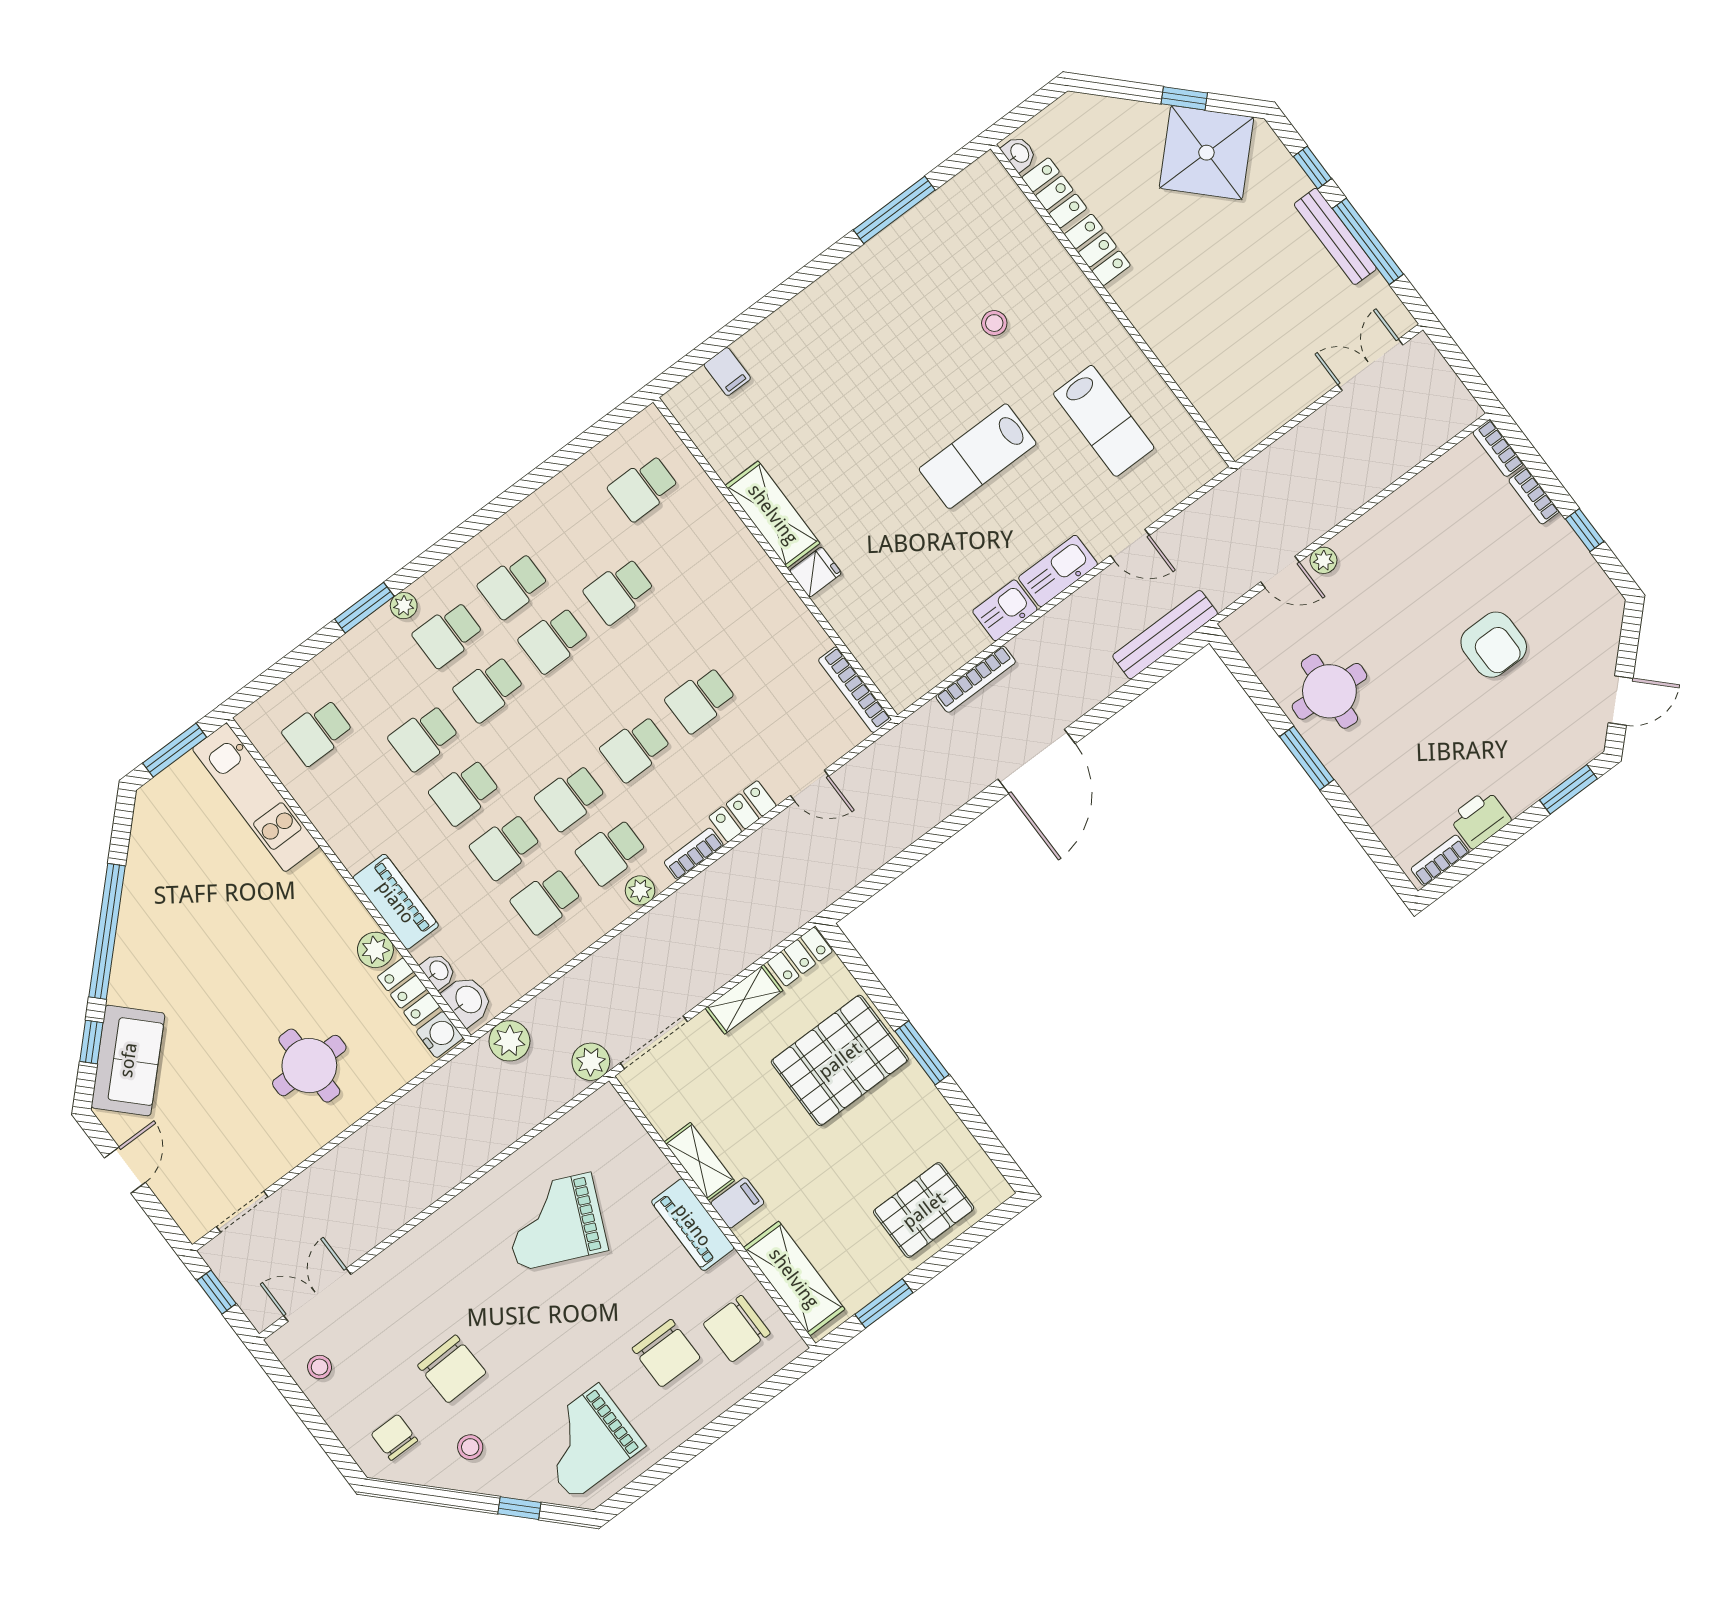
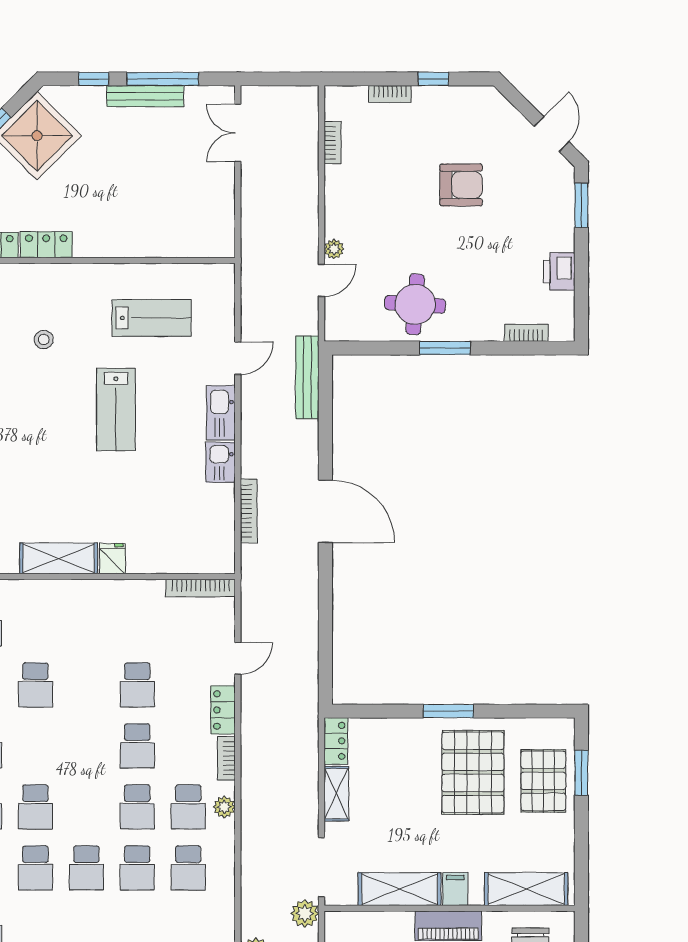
bookcase: (1498, 448) -> (333, 143), moved, turned -90
school desk: (554, 640) -> (35, 746), removed
bookcase: (1440, 860) -> (526, 333), moved, turned 90
pallet: (840, 1060) -> (473, 772), moved
shelving: (699, 1161) -> (400, 889), width x1.50, depth x1.33
window: (884, 1303) -> (581, 773), moved

